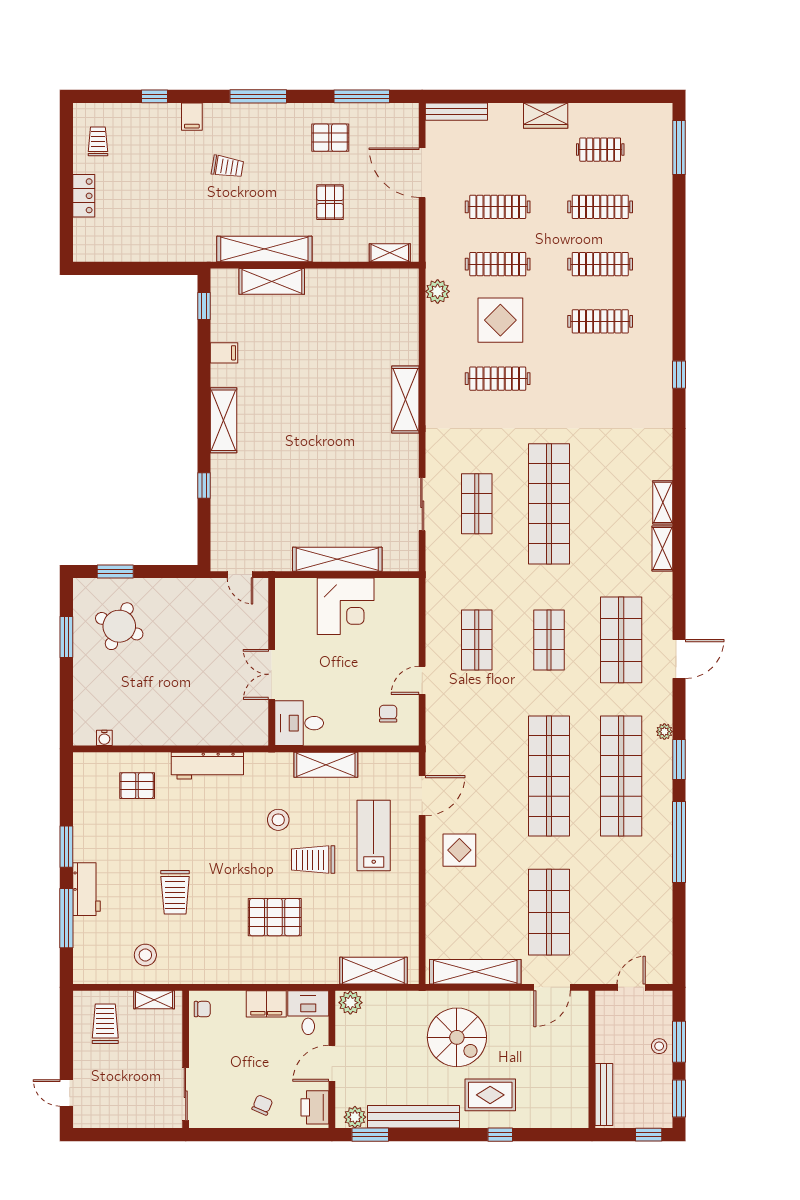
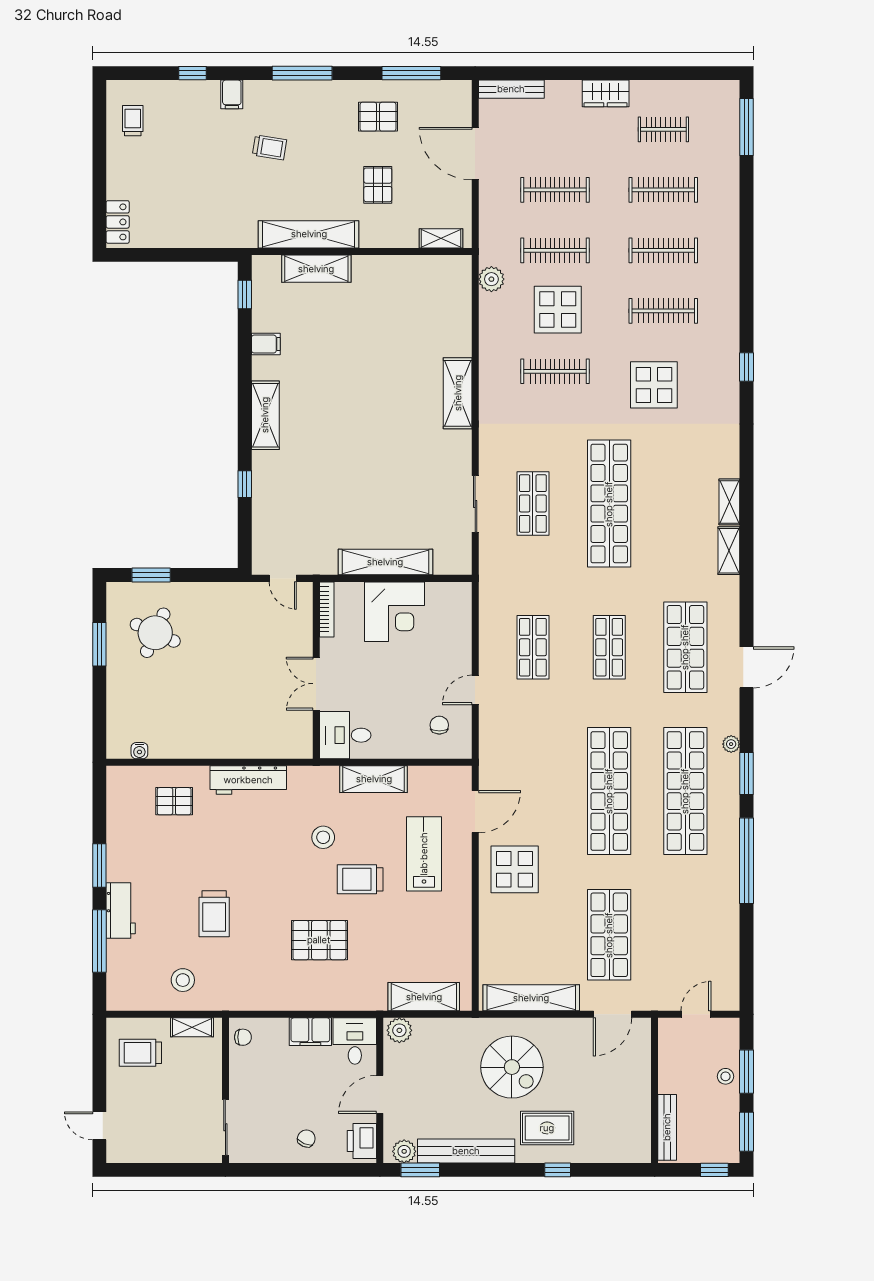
locker: (84, 196) -> (118, 222), moved
display table: (591, 392) -> (654, 385), added
bookcase: (282, 604) -> (327, 609), added
display table: (459, 850) -> (515, 869), width x1.36, depth x1.36
trolley: (105, 1024) -> (140, 1053), turned -90

